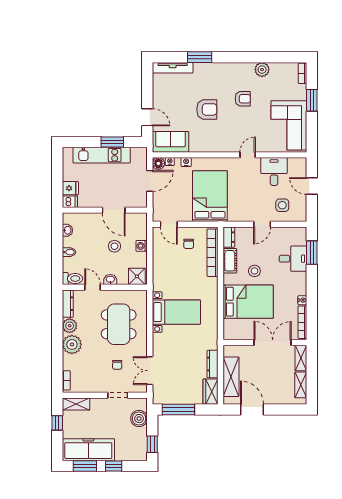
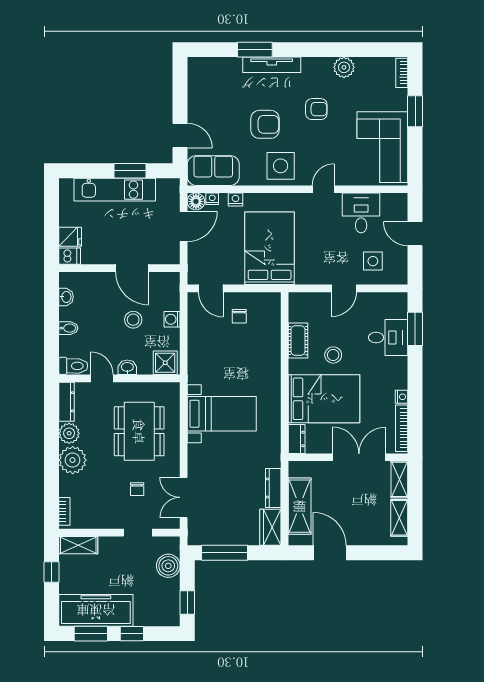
tv unit: (173, 68) -> (272, 65), moved
side table: (218, 138) -> (281, 166), added
dresser: (229, 237) -> (297, 439), moved
bookcase: (213, 253) -> (273, 329), removed

